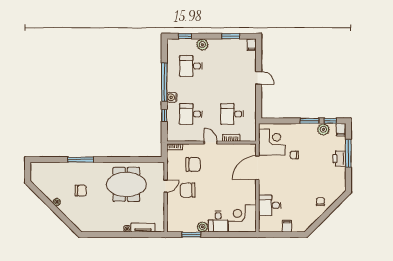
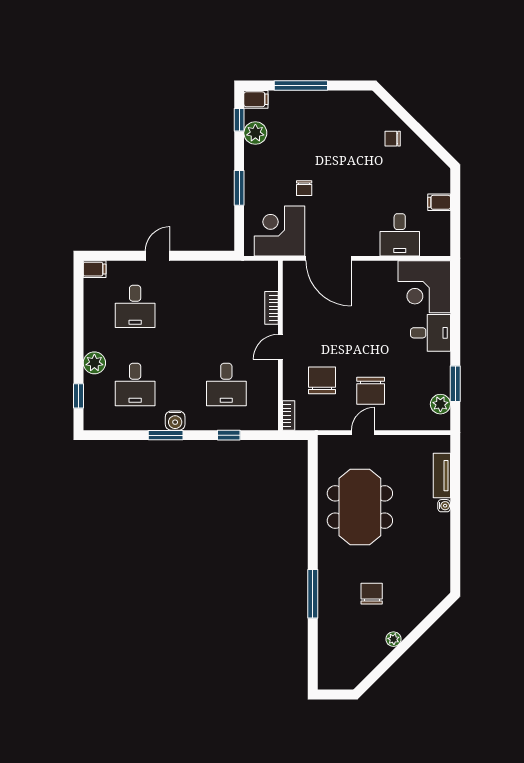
window: (231, 36) -> (78, 309), removed
window: (164, 82) -> (166, 435), width x0.47
water cooler: (172, 97) -> (175, 421), moved
desk: (232, 114) -> (135, 306), moved
window: (309, 121) -> (239, 188), moved
printer: (339, 159) -> (311, 102), removed
door: (166, 186) -> (363, 433), hinge flipped
plant: (202, 227) -> (440, 404), moved

